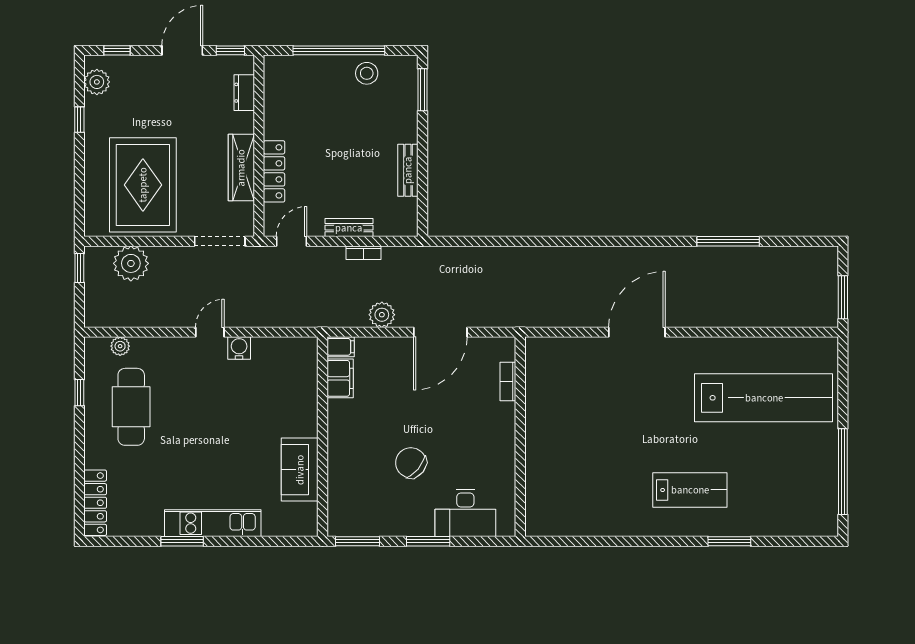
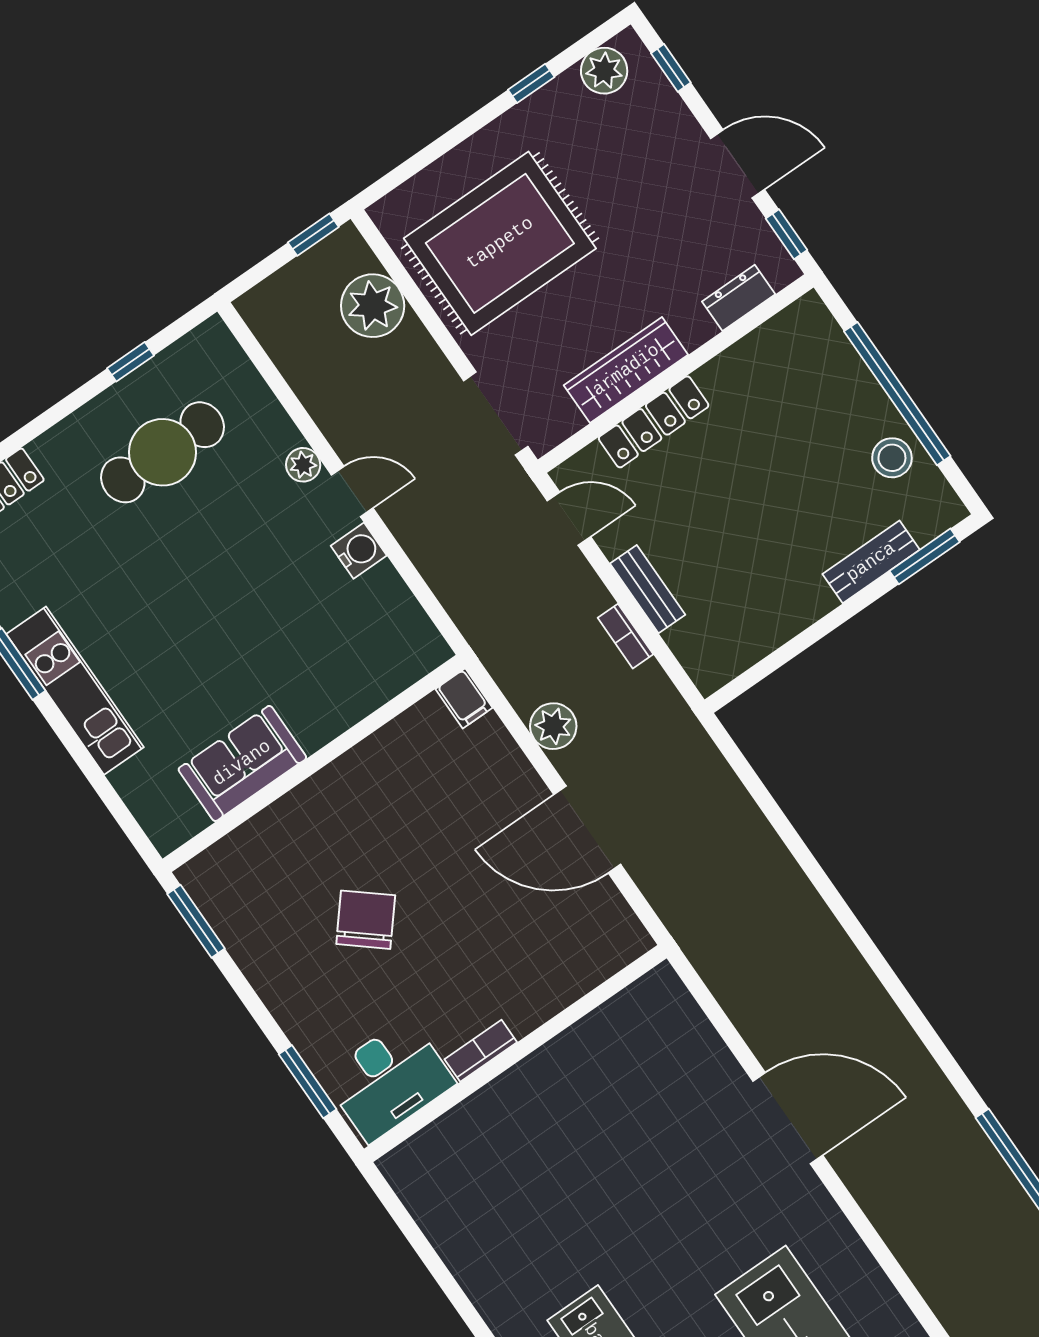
bench: (408, 170) -> (871, 562), moved
plant: (120, 346) -> (303, 465), moved
filing cabinet: (340, 378) -> (417, 730), removed
bookcase: (508, 382) -> (481, 1051), moved
desk: (465, 513) -> (389, 1080), moved, turned -90
window: (428, 541) -> (308, 1082), moved

